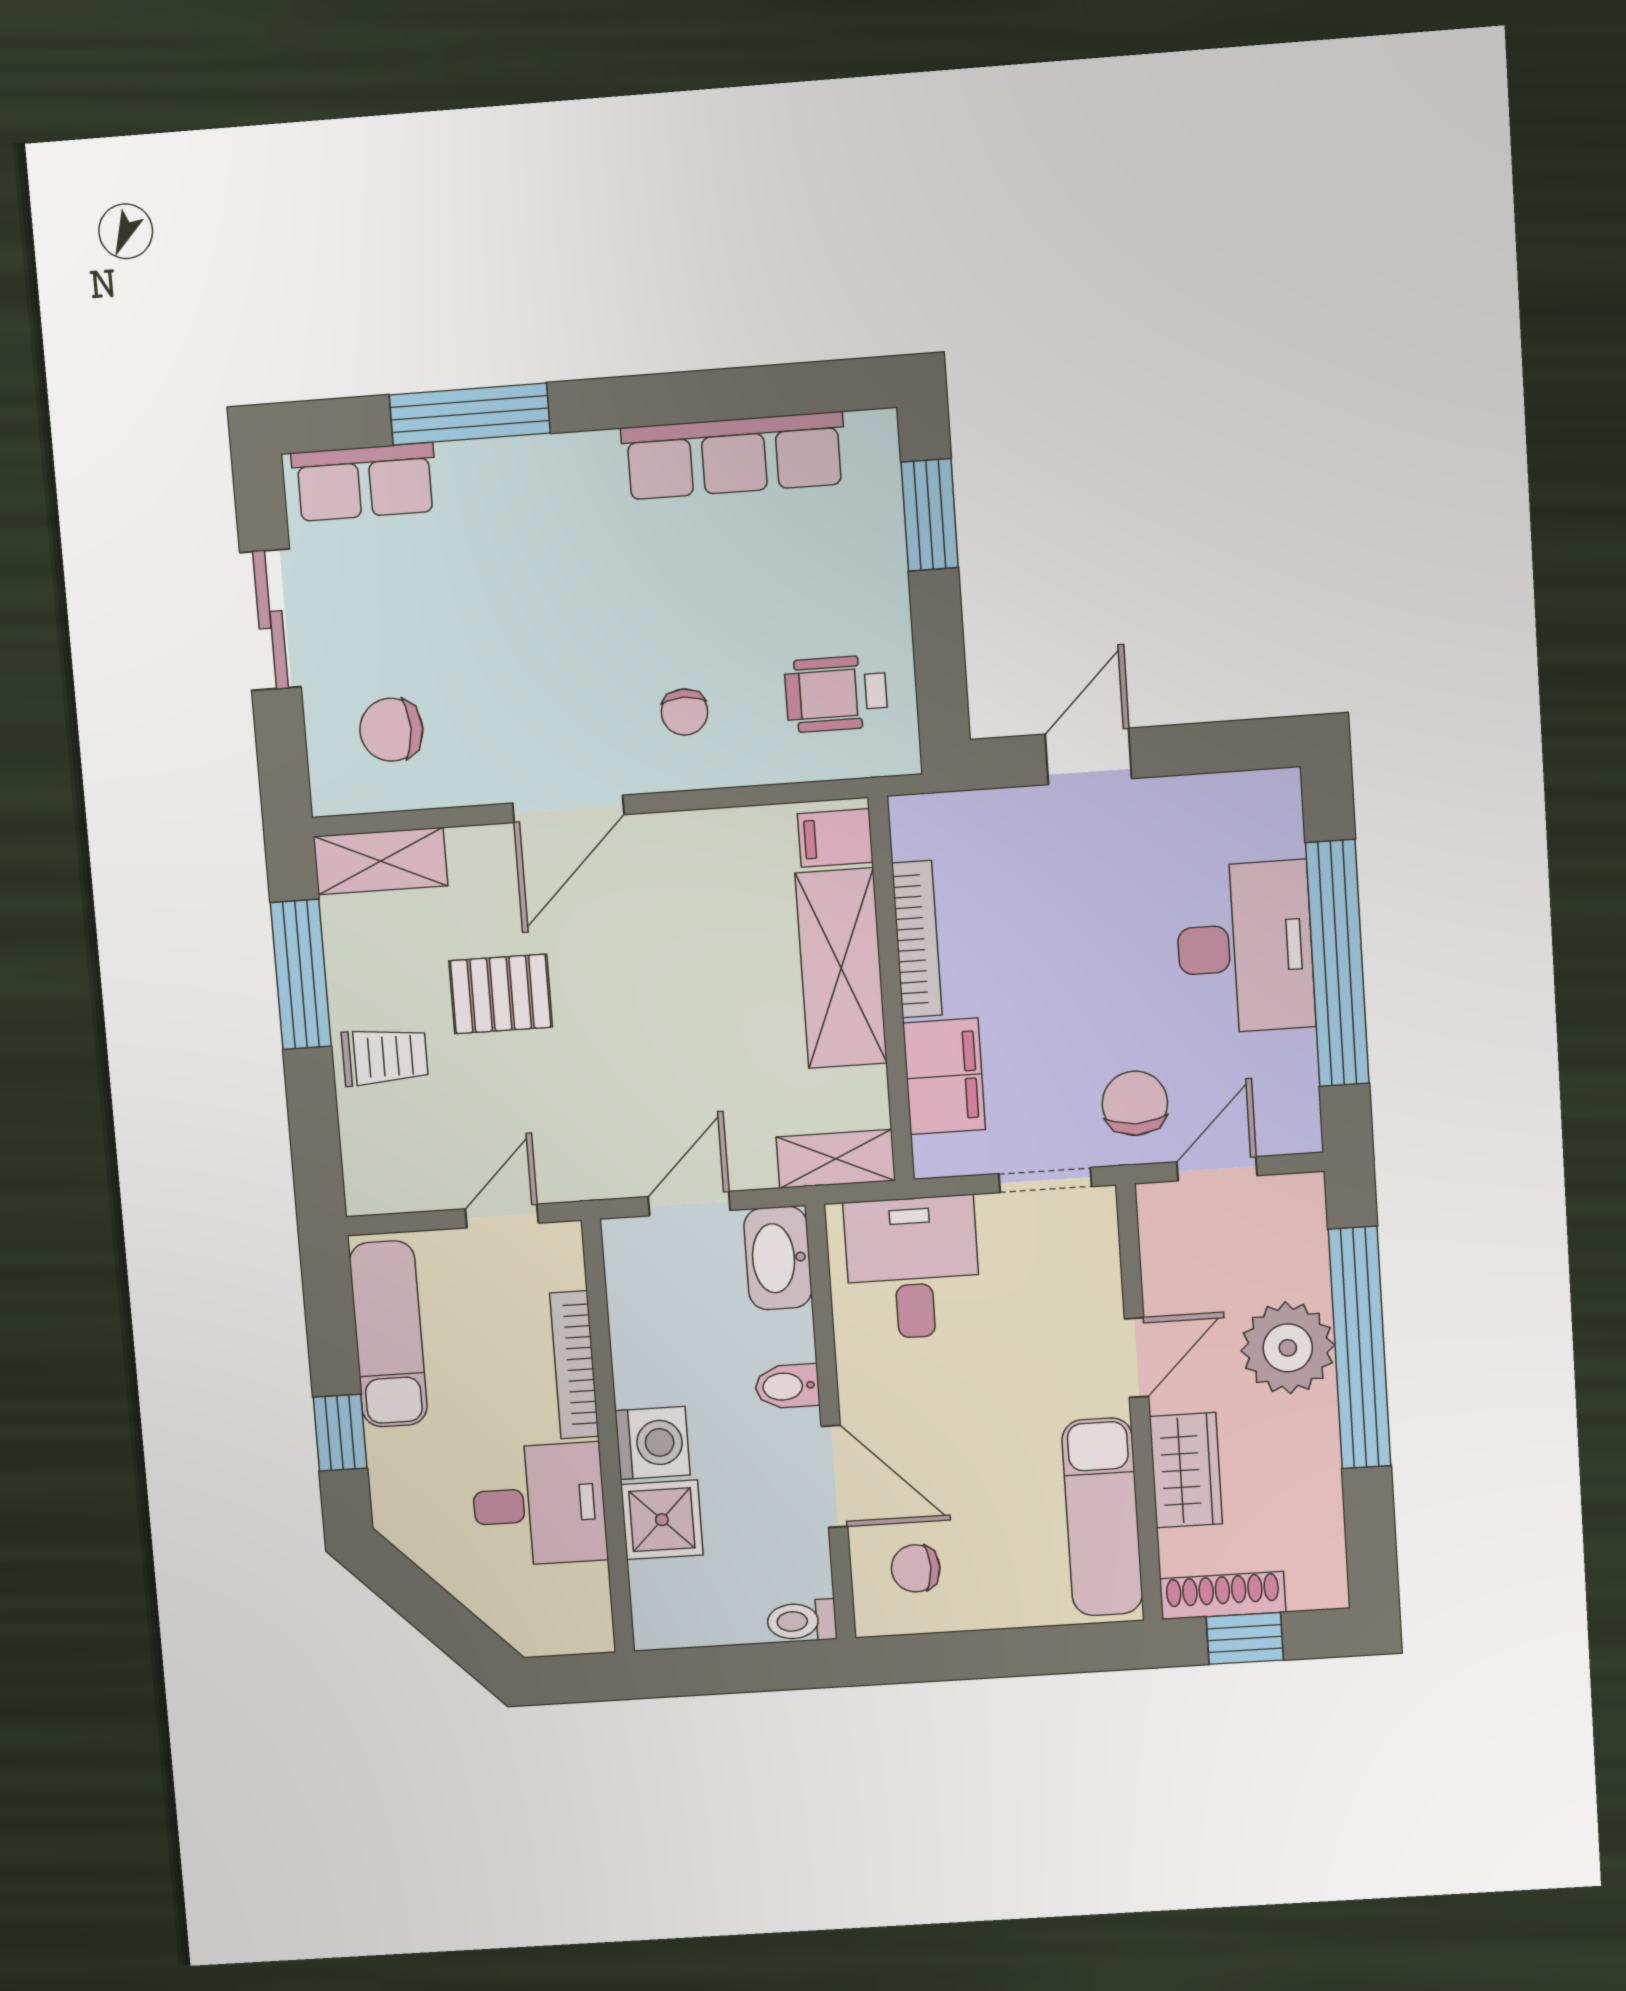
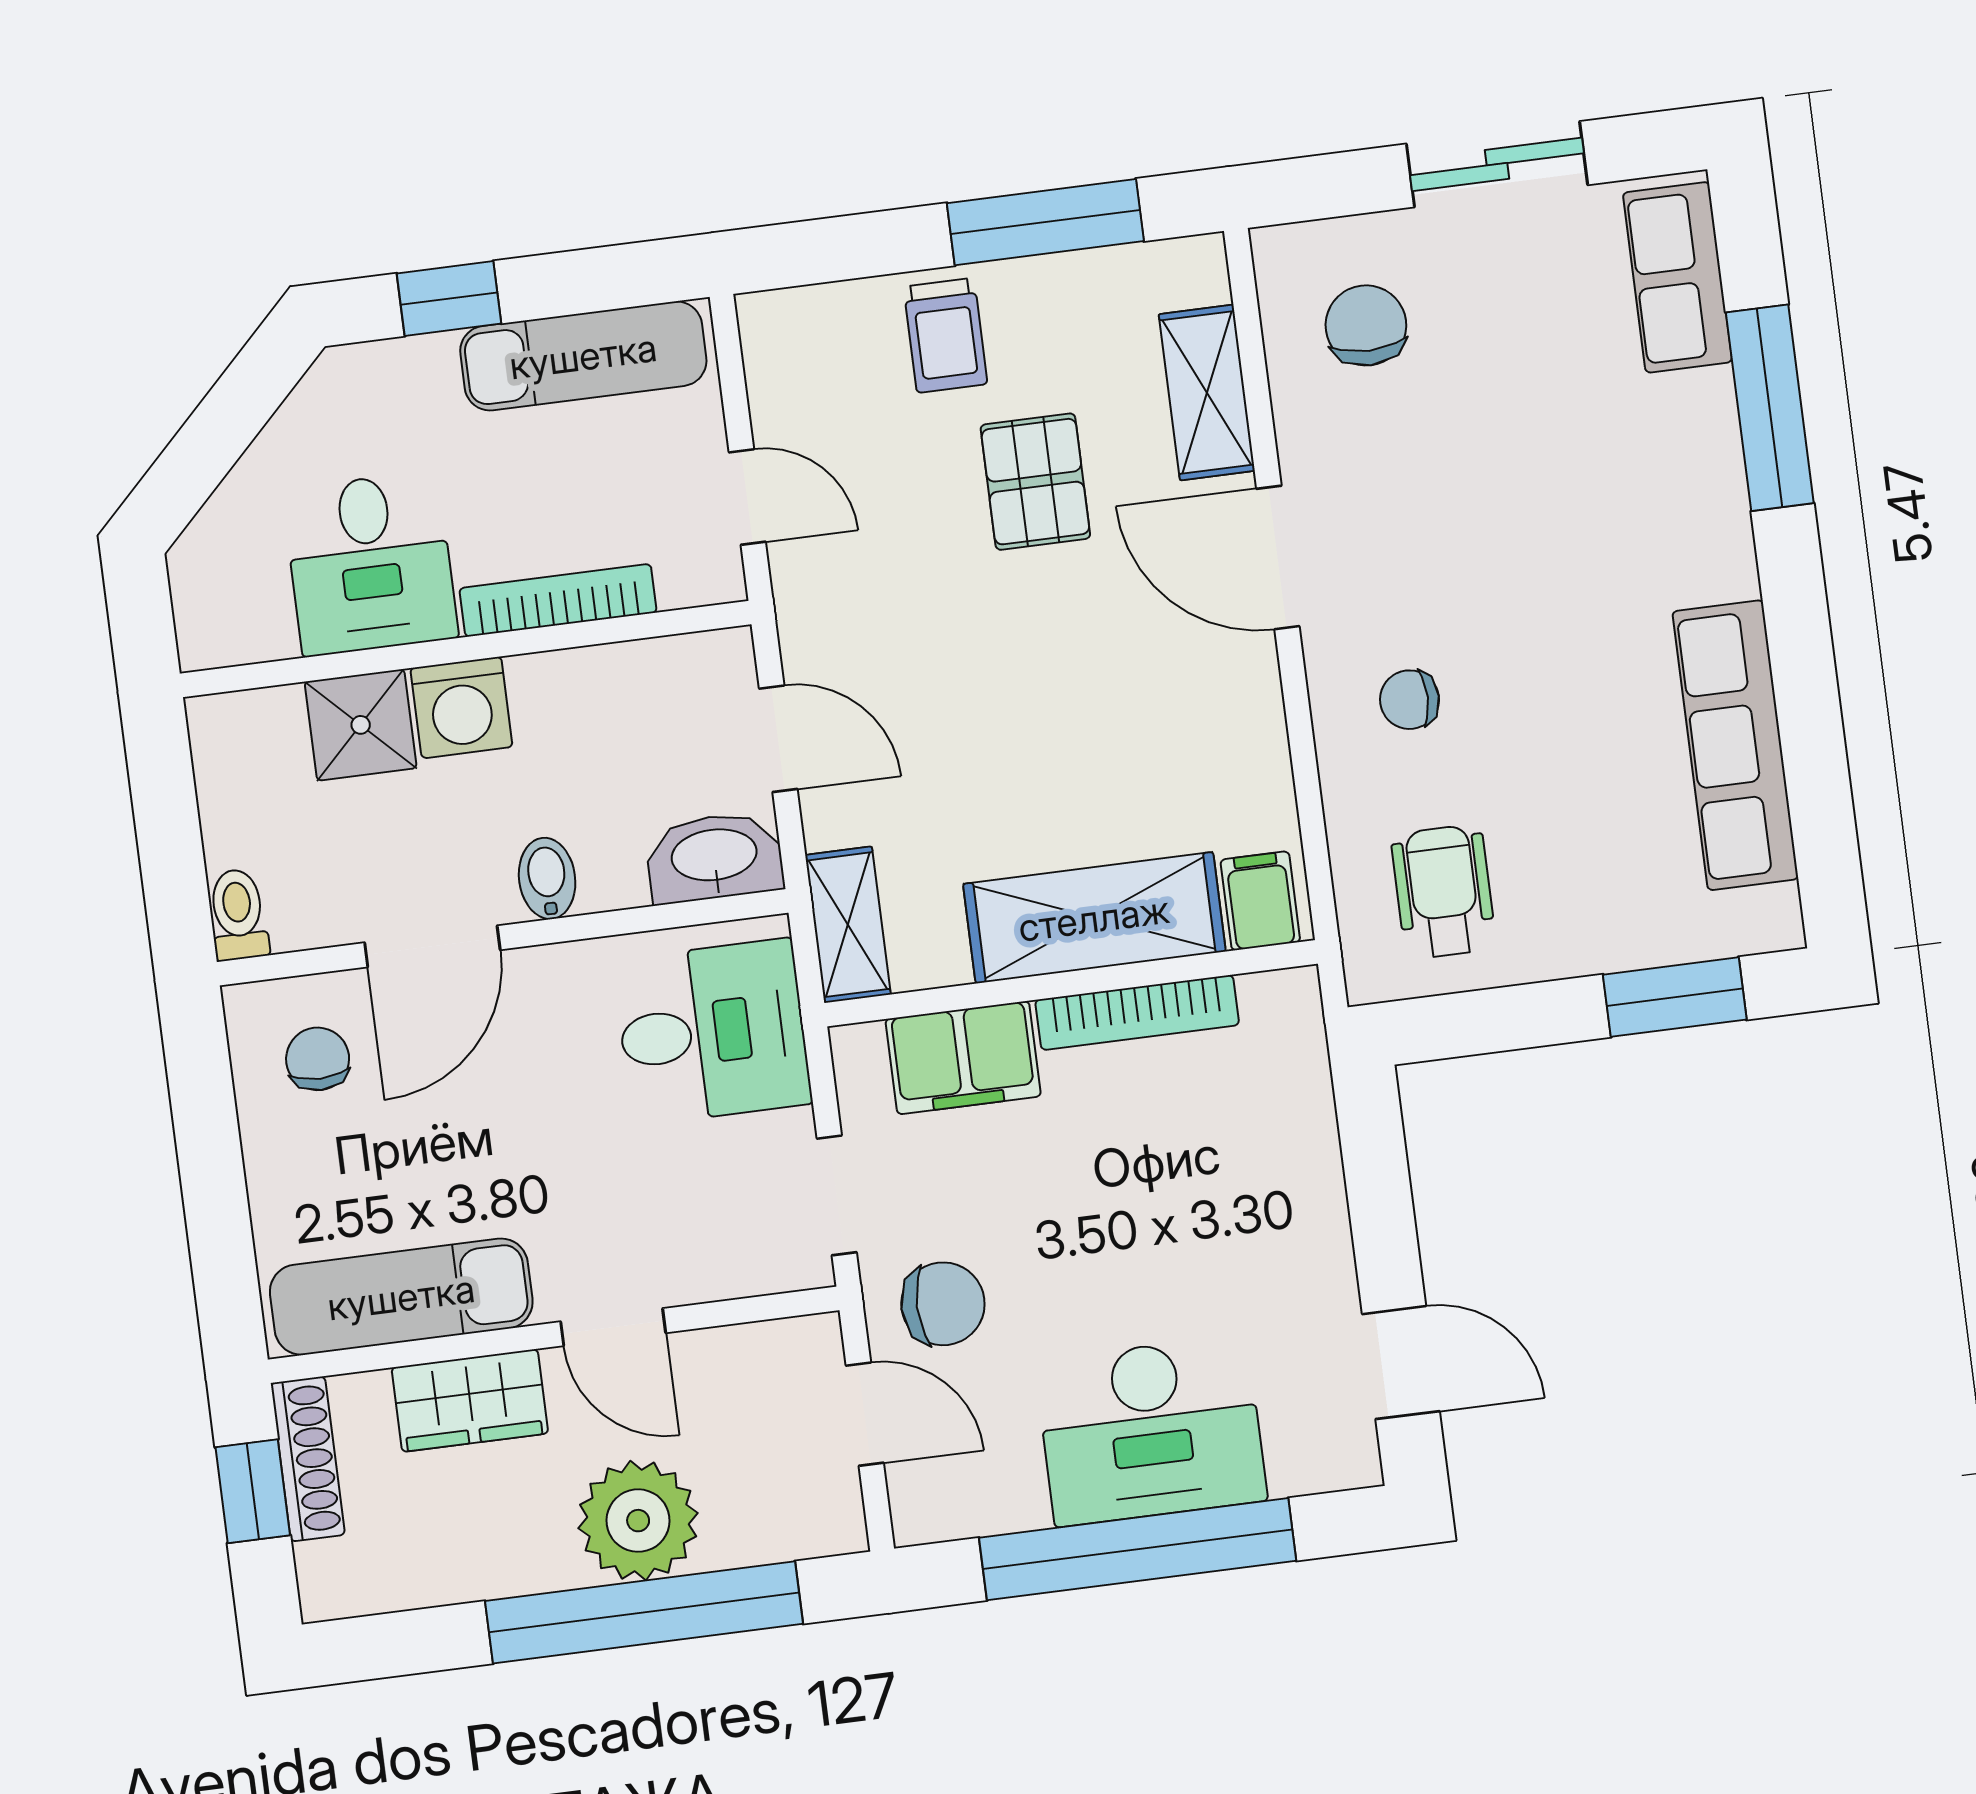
door: (1088, 756) -> (1401, 1363), moved
shelving: (381, 861) -> (1207, 393), moved

